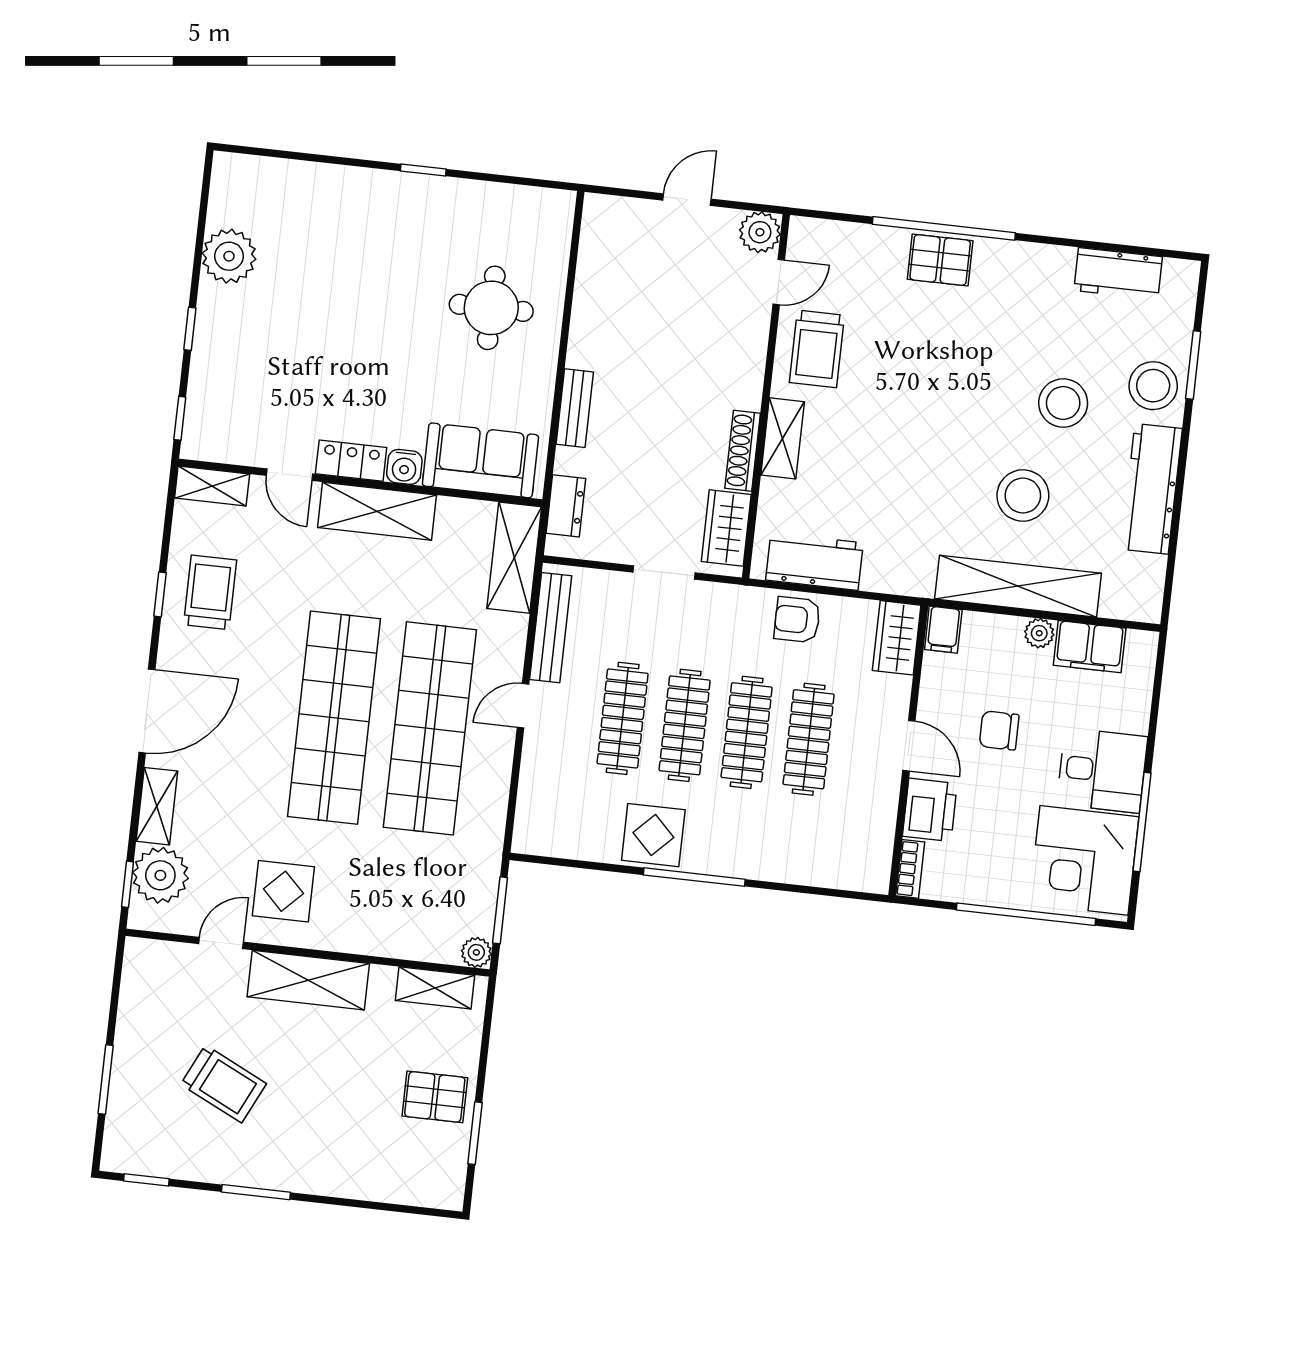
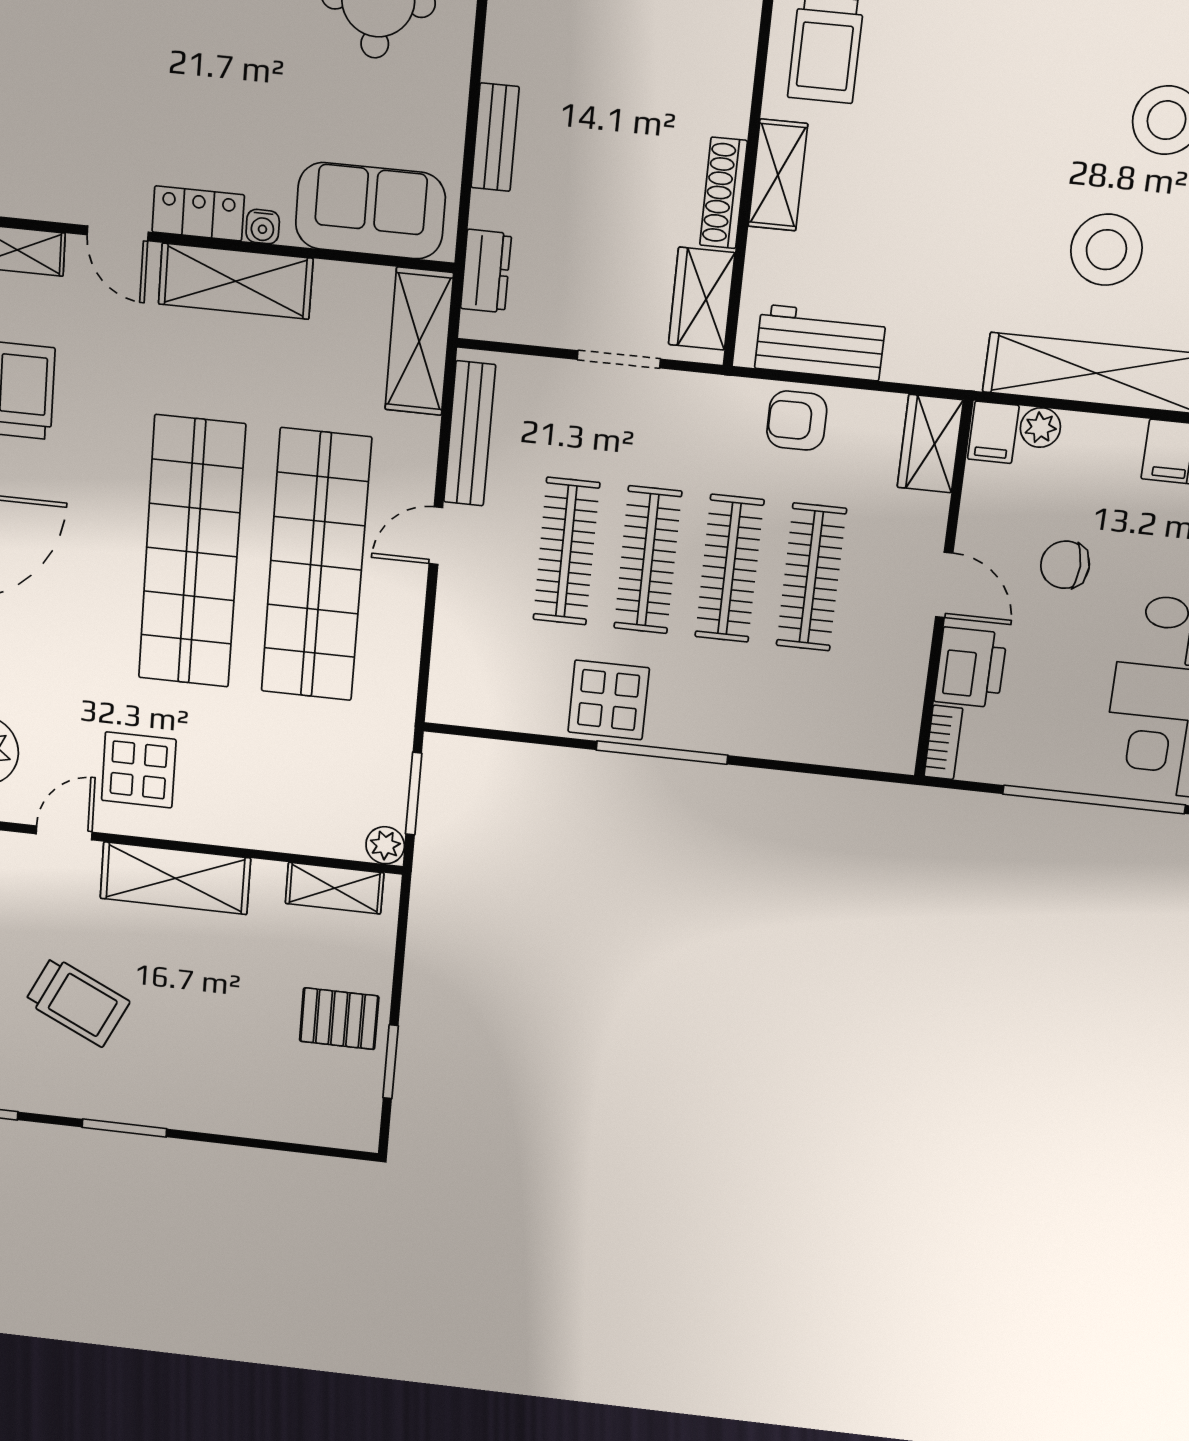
water cooler: (404, 467) -> (263, 227), width x0.72, depth x0.72
plant: (1039, 633) -> (1040, 428), moved

